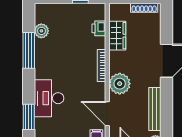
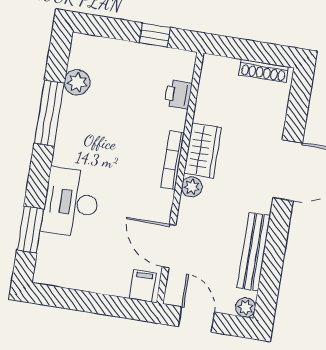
wardrobe: (117, 36) -> (203, 150), moved
plant: (120, 84) -> (192, 187), width x0.53, depth x0.53

